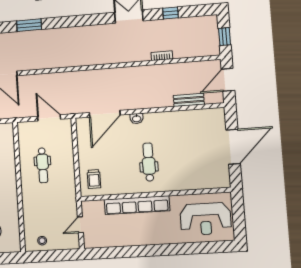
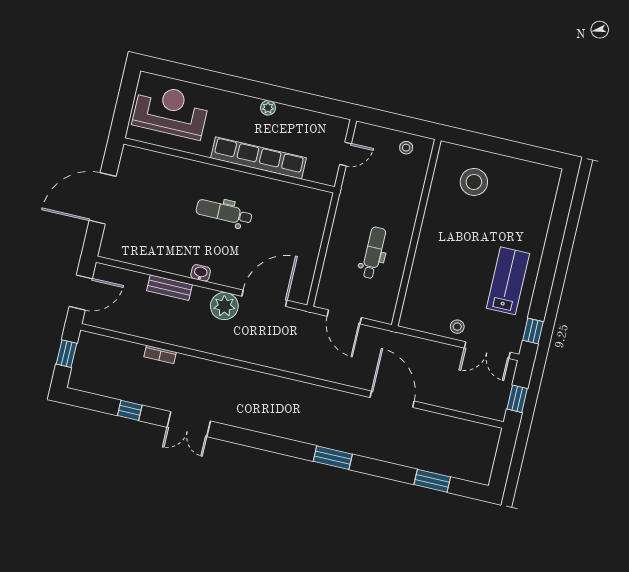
bench: (189, 100) -> (170, 288), moved
plant: (129, 101) -> (224, 306), added
washbasin: (137, 118) -> (201, 273), moved
dental chair: (149, 162) -> (224, 212), turned 90
trolley: (94, 179) -> (307, 212), removed
plant: (141, 240) -> (268, 108), added

